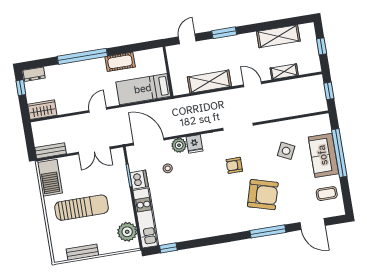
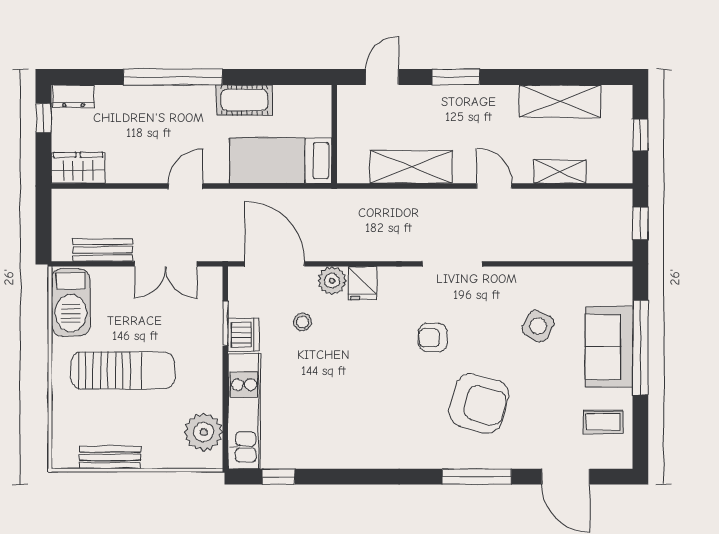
bench: (51, 151) -> (103, 250), moved

